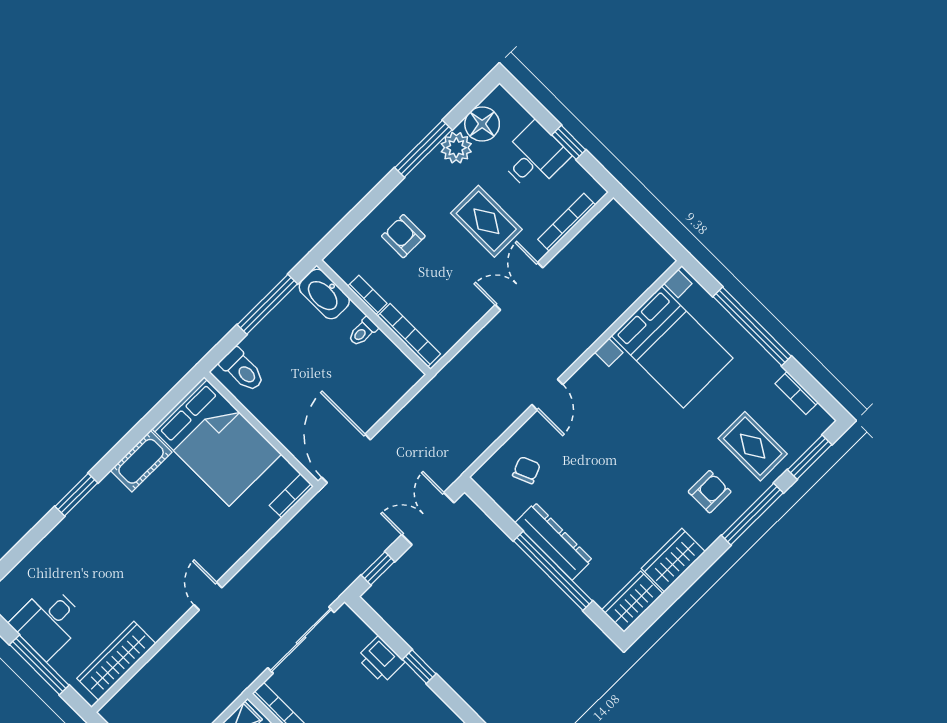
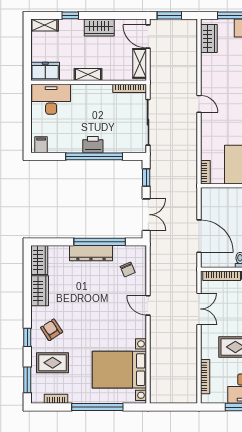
double door: (519, 286) -> (199, 309), moved
door: (346, 458) -> (199, 236), moved
armchair: (710, 492) -> (52, 330), turned 147
window: (752, 514) -> (27, 337), width x0.46
window: (553, 571) -> (100, 242), moved
printer: (381, 660) -> (93, 145), moved
wardrobe: (116, 661) -> (209, 39), width x0.67
window: (419, 667) -> (94, 156), width x3.17

